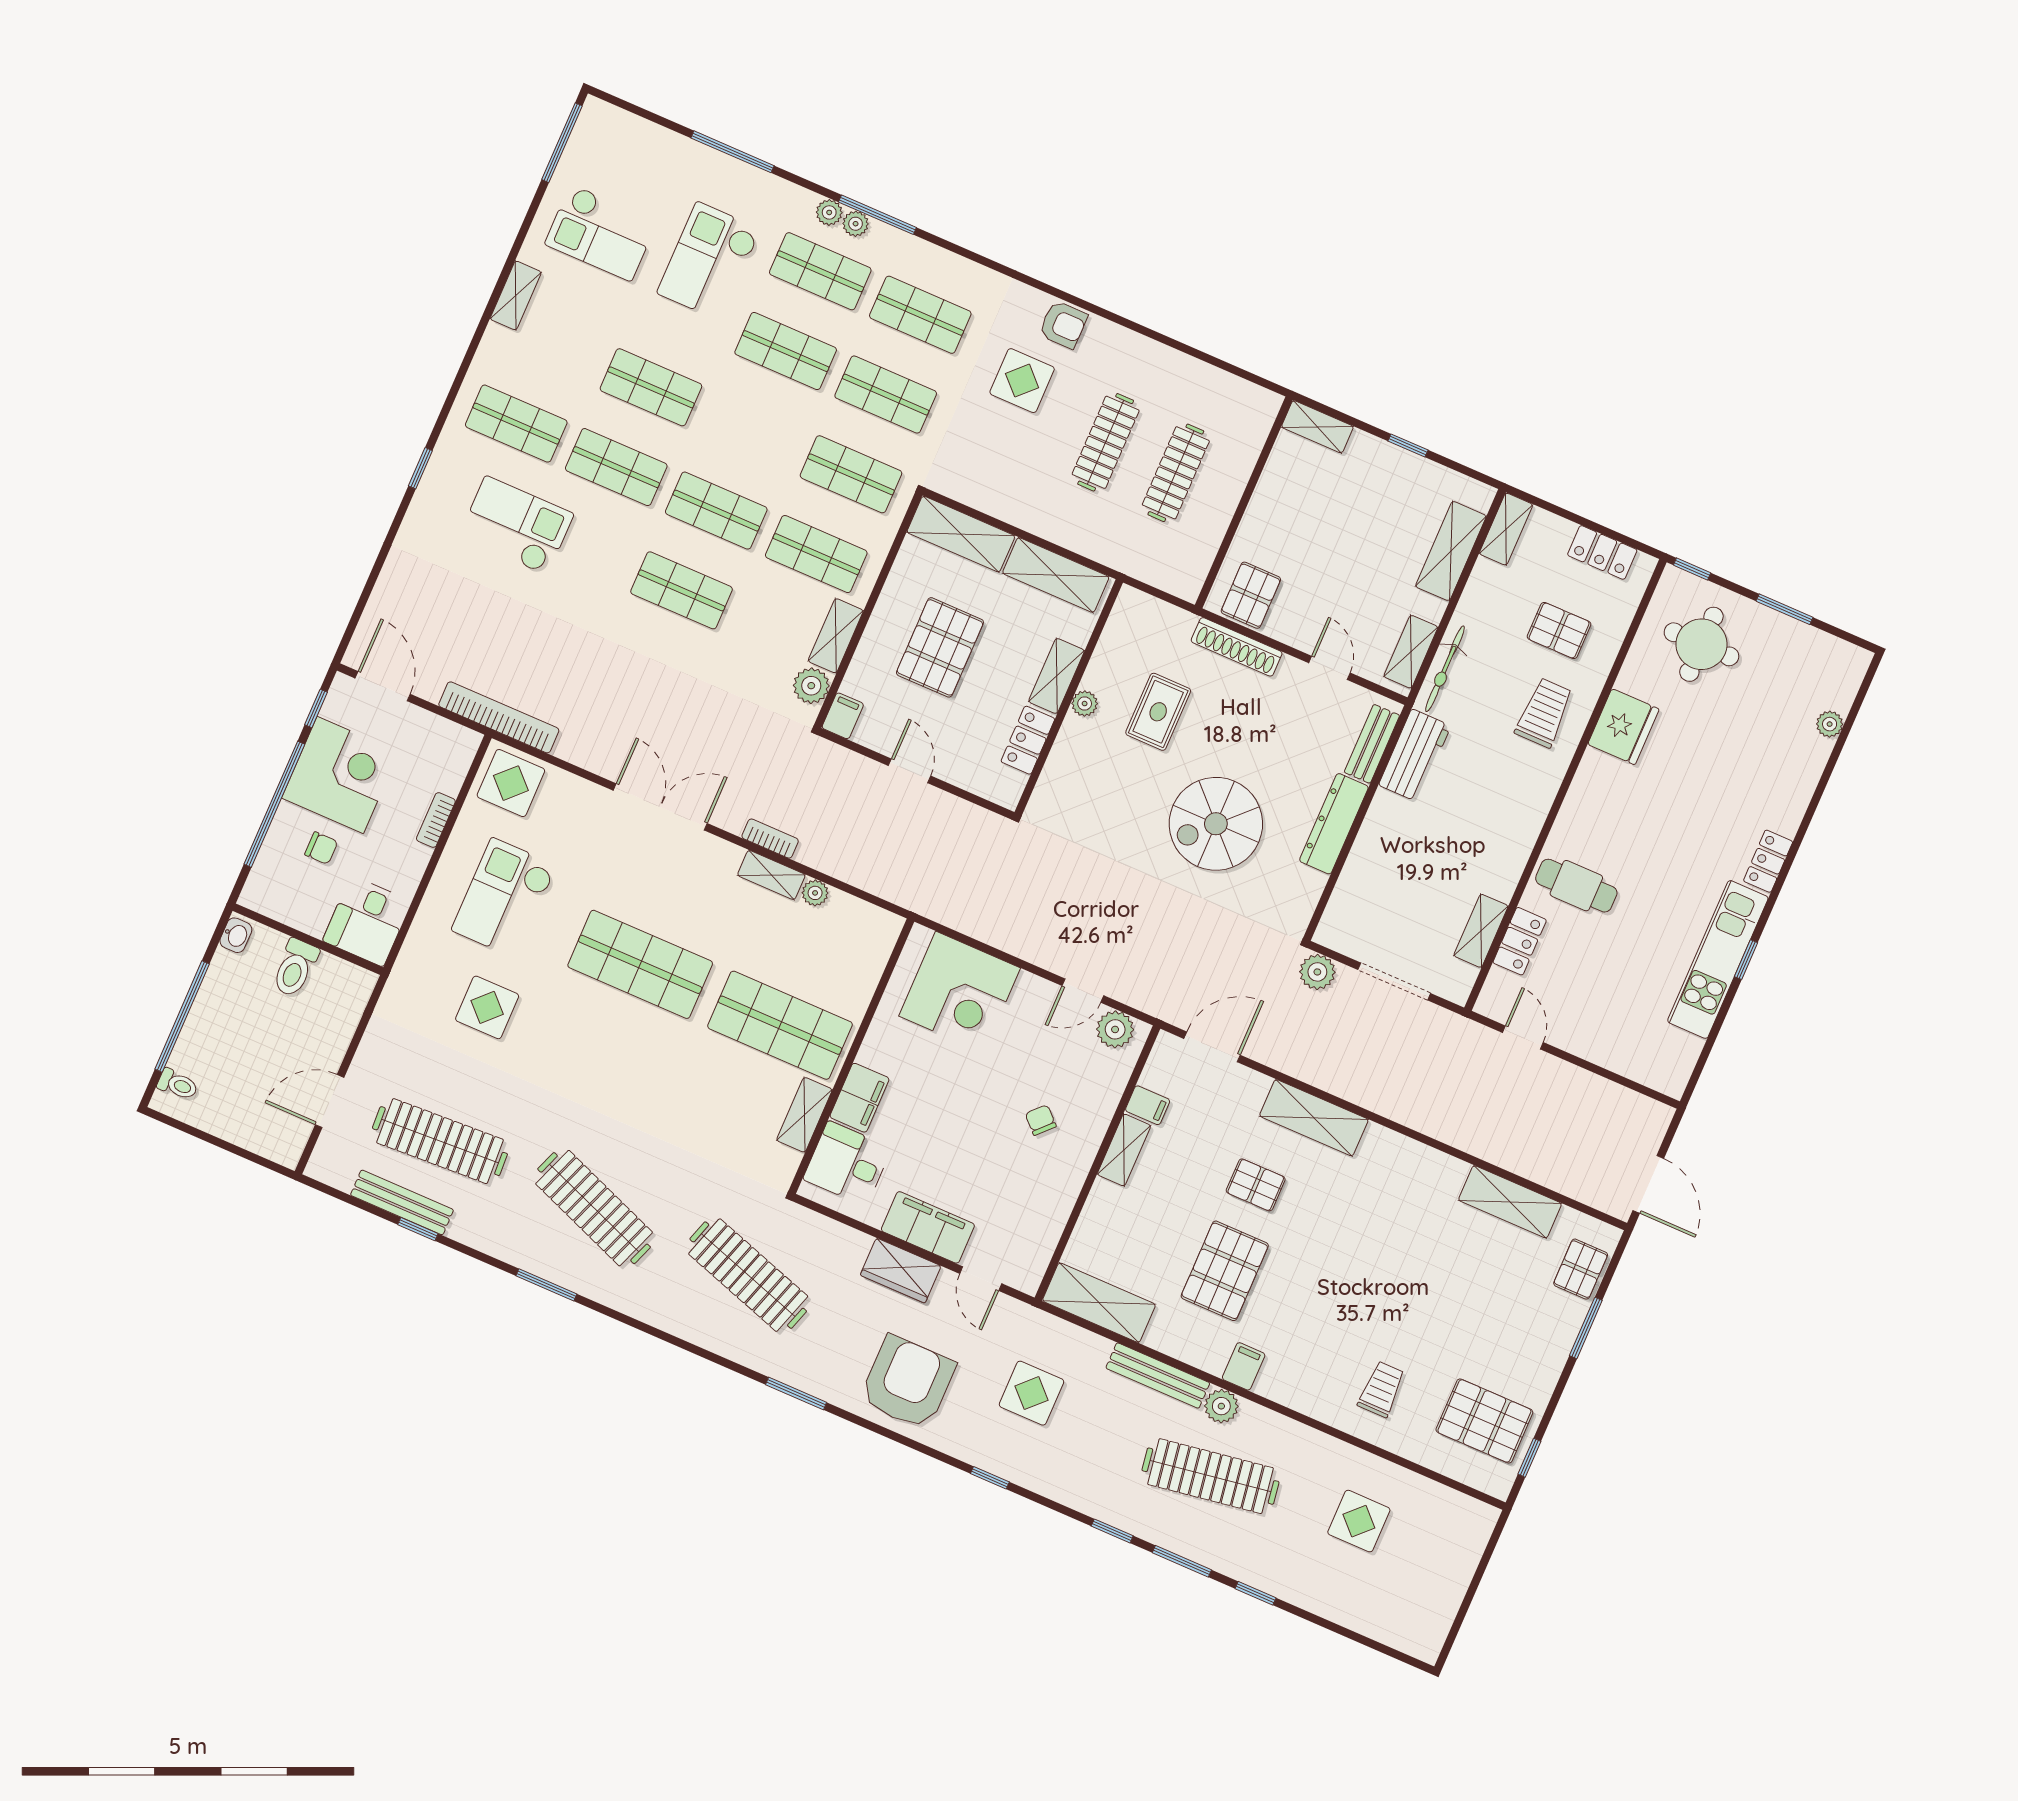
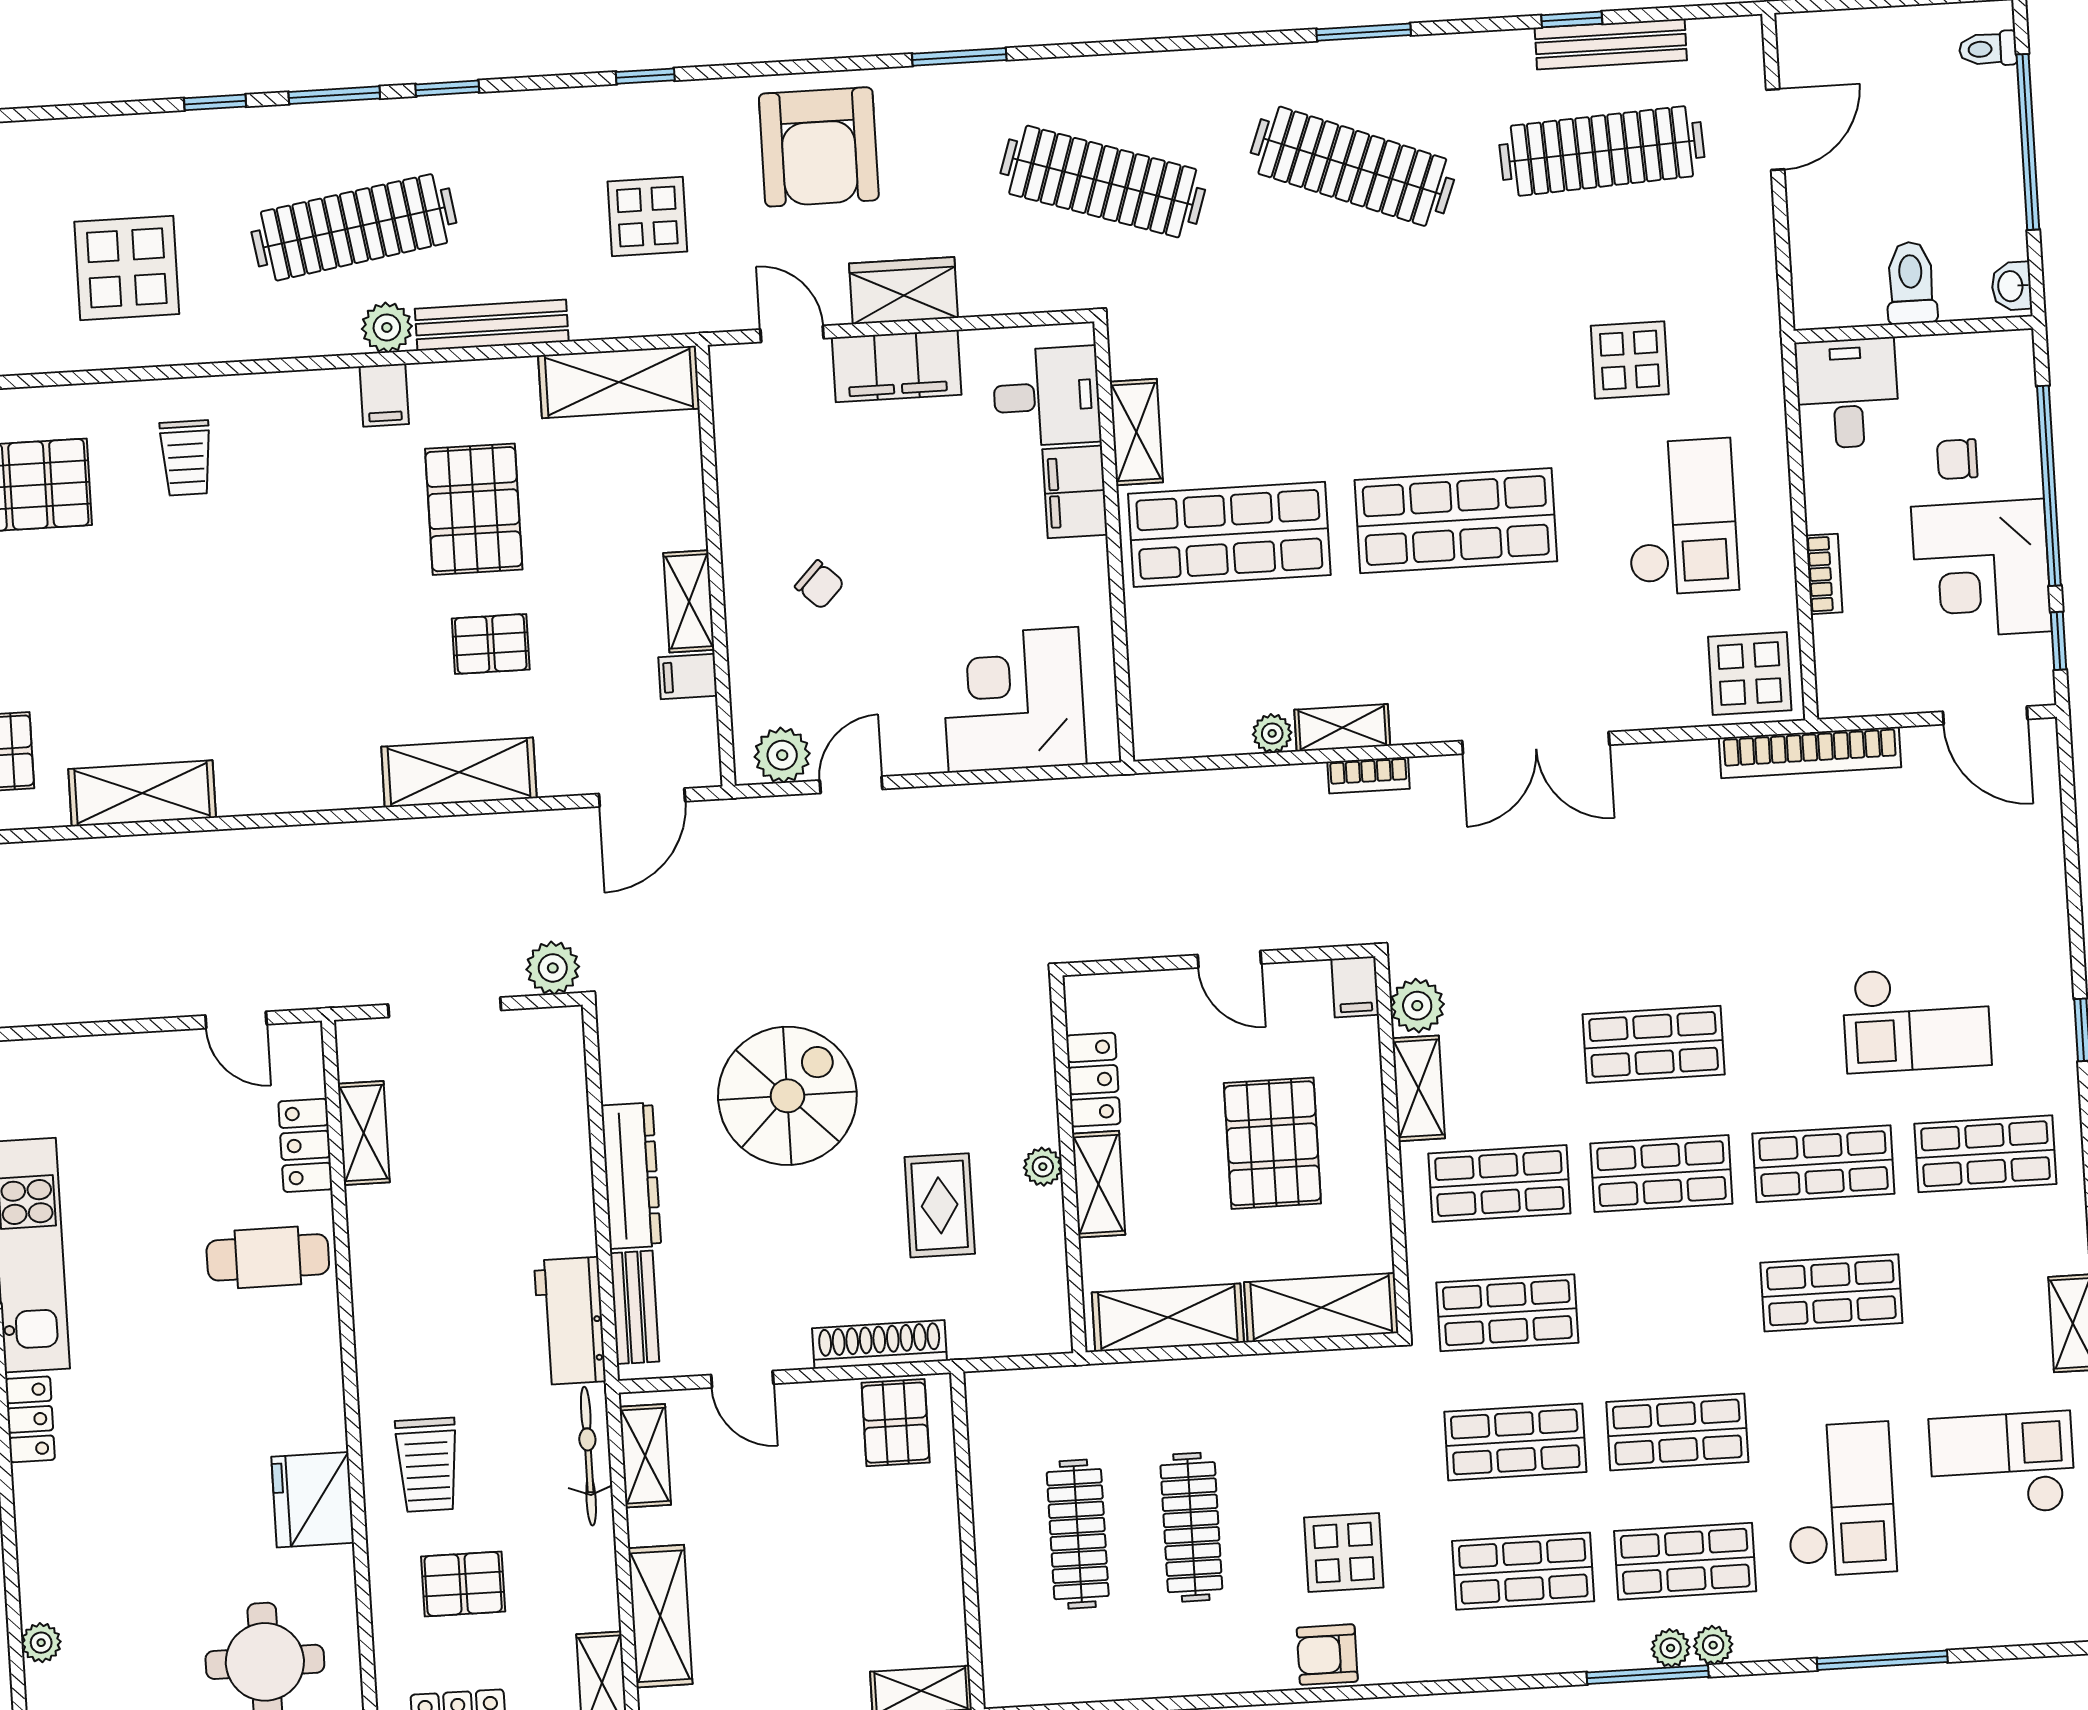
display table: (1359, 1521) -> (127, 268), width x1.36, depth x1.36

